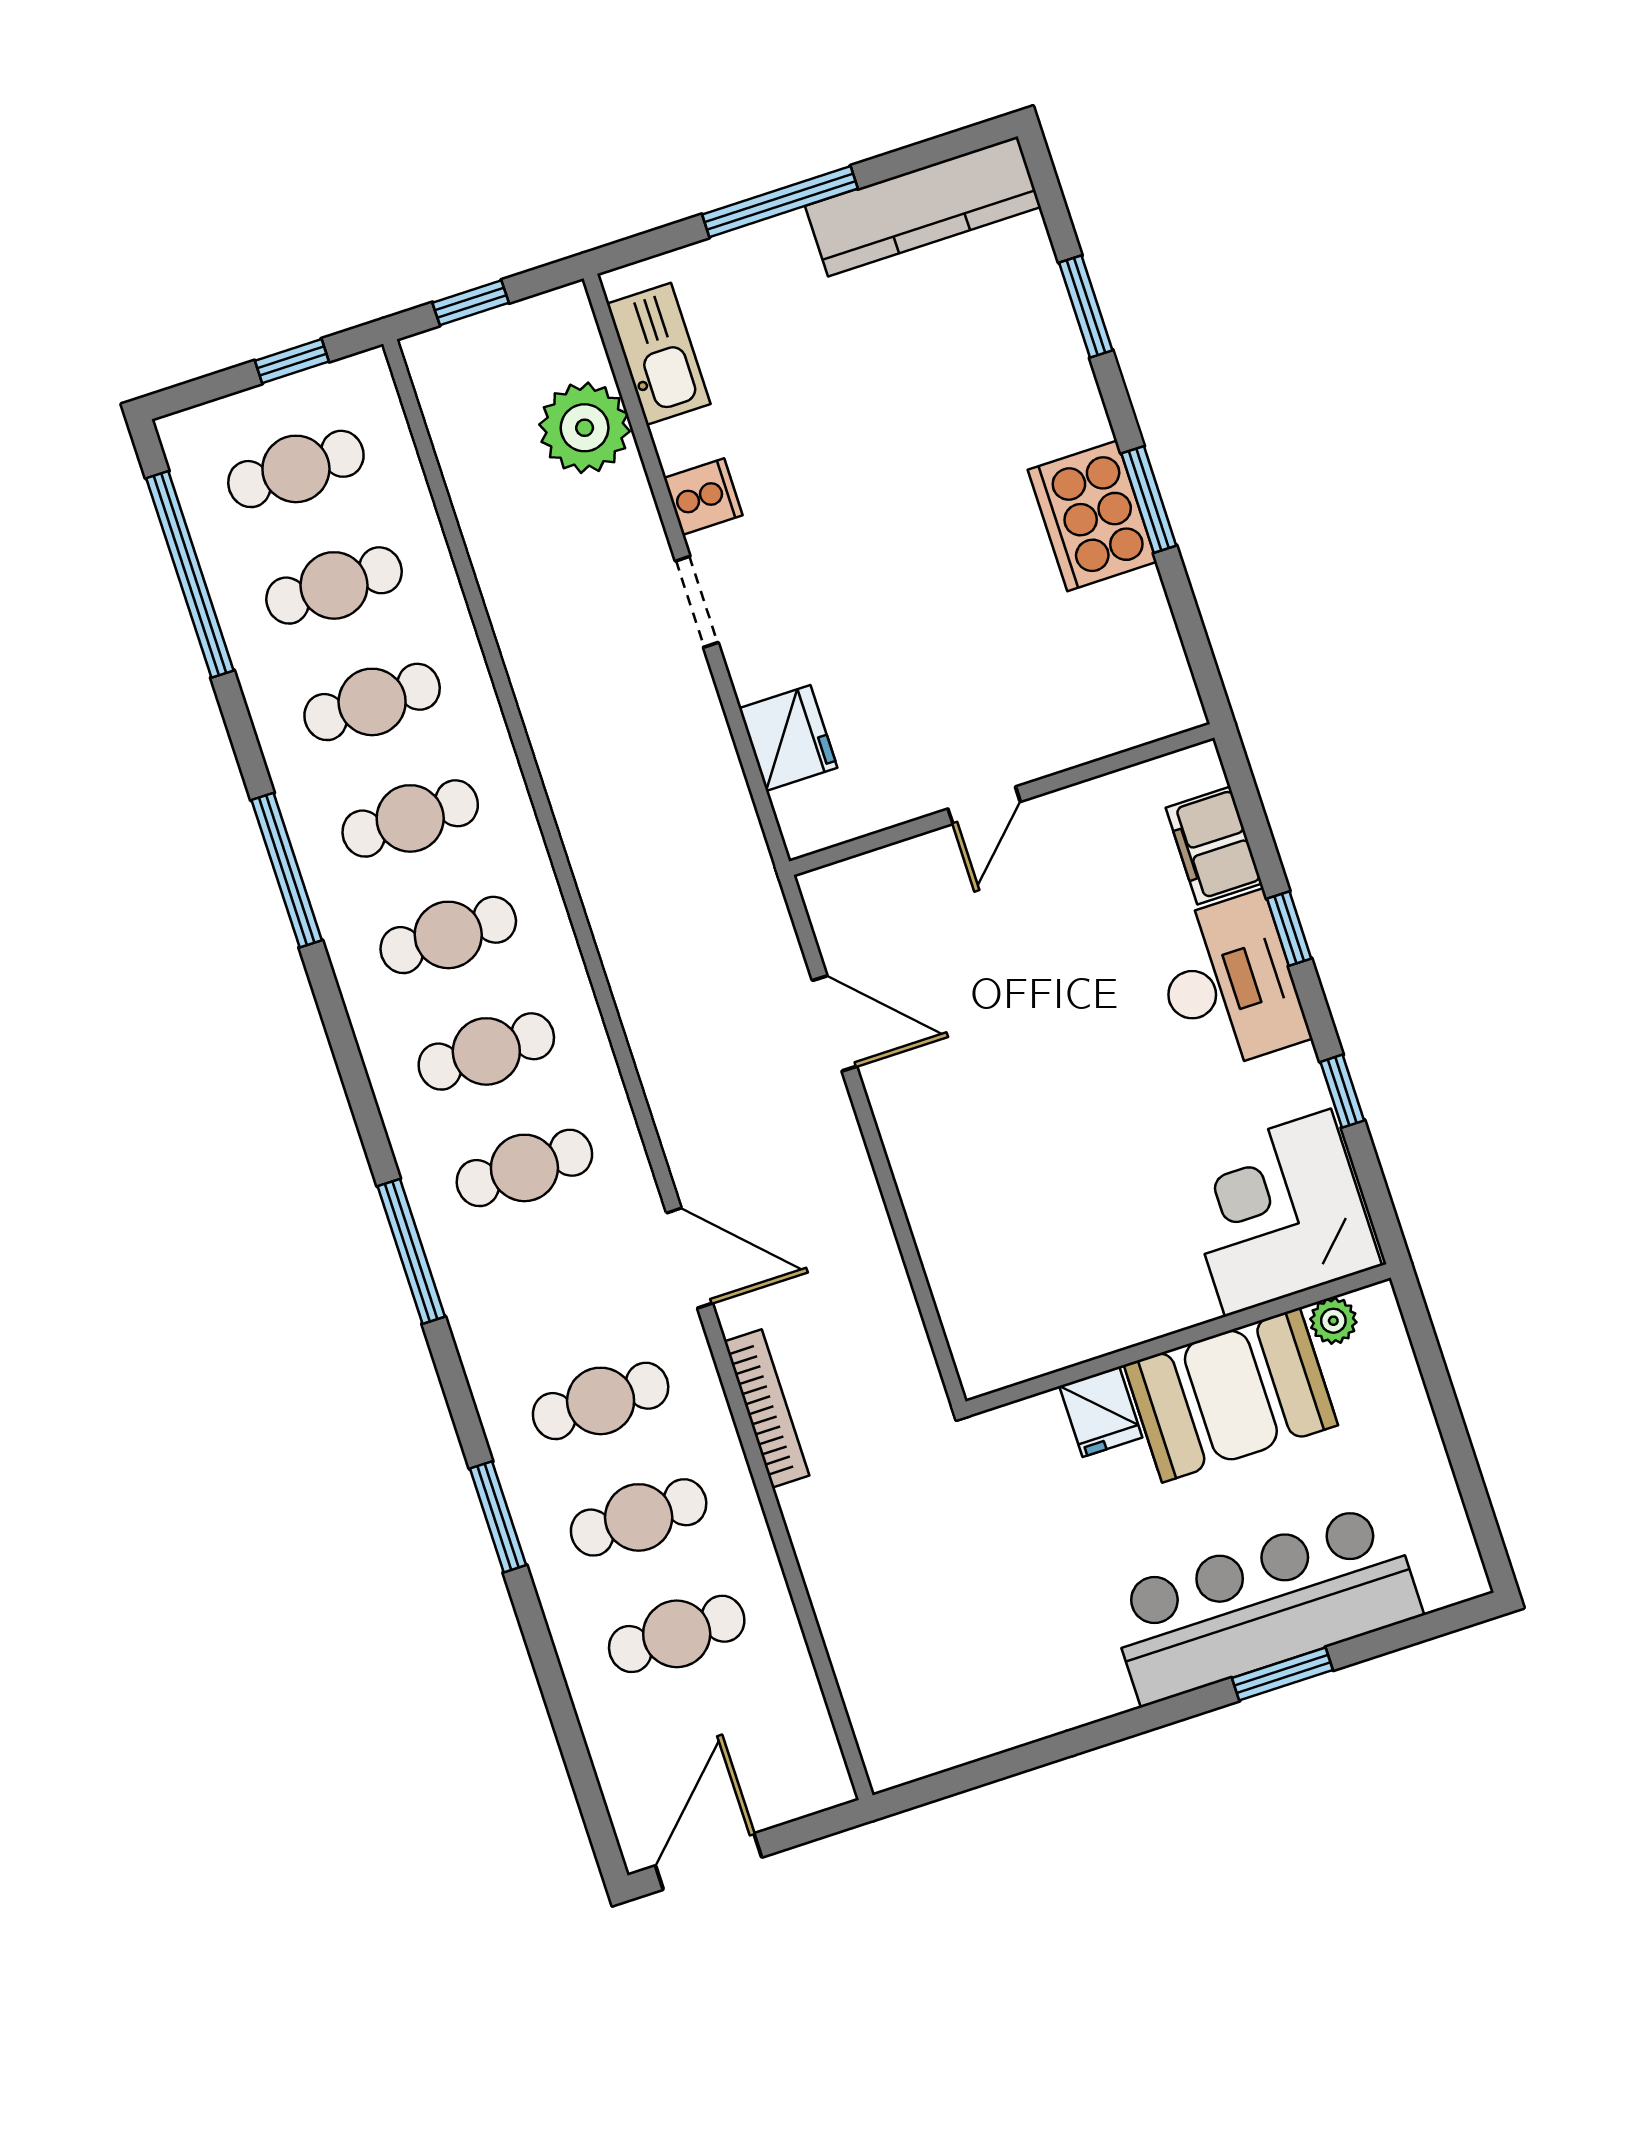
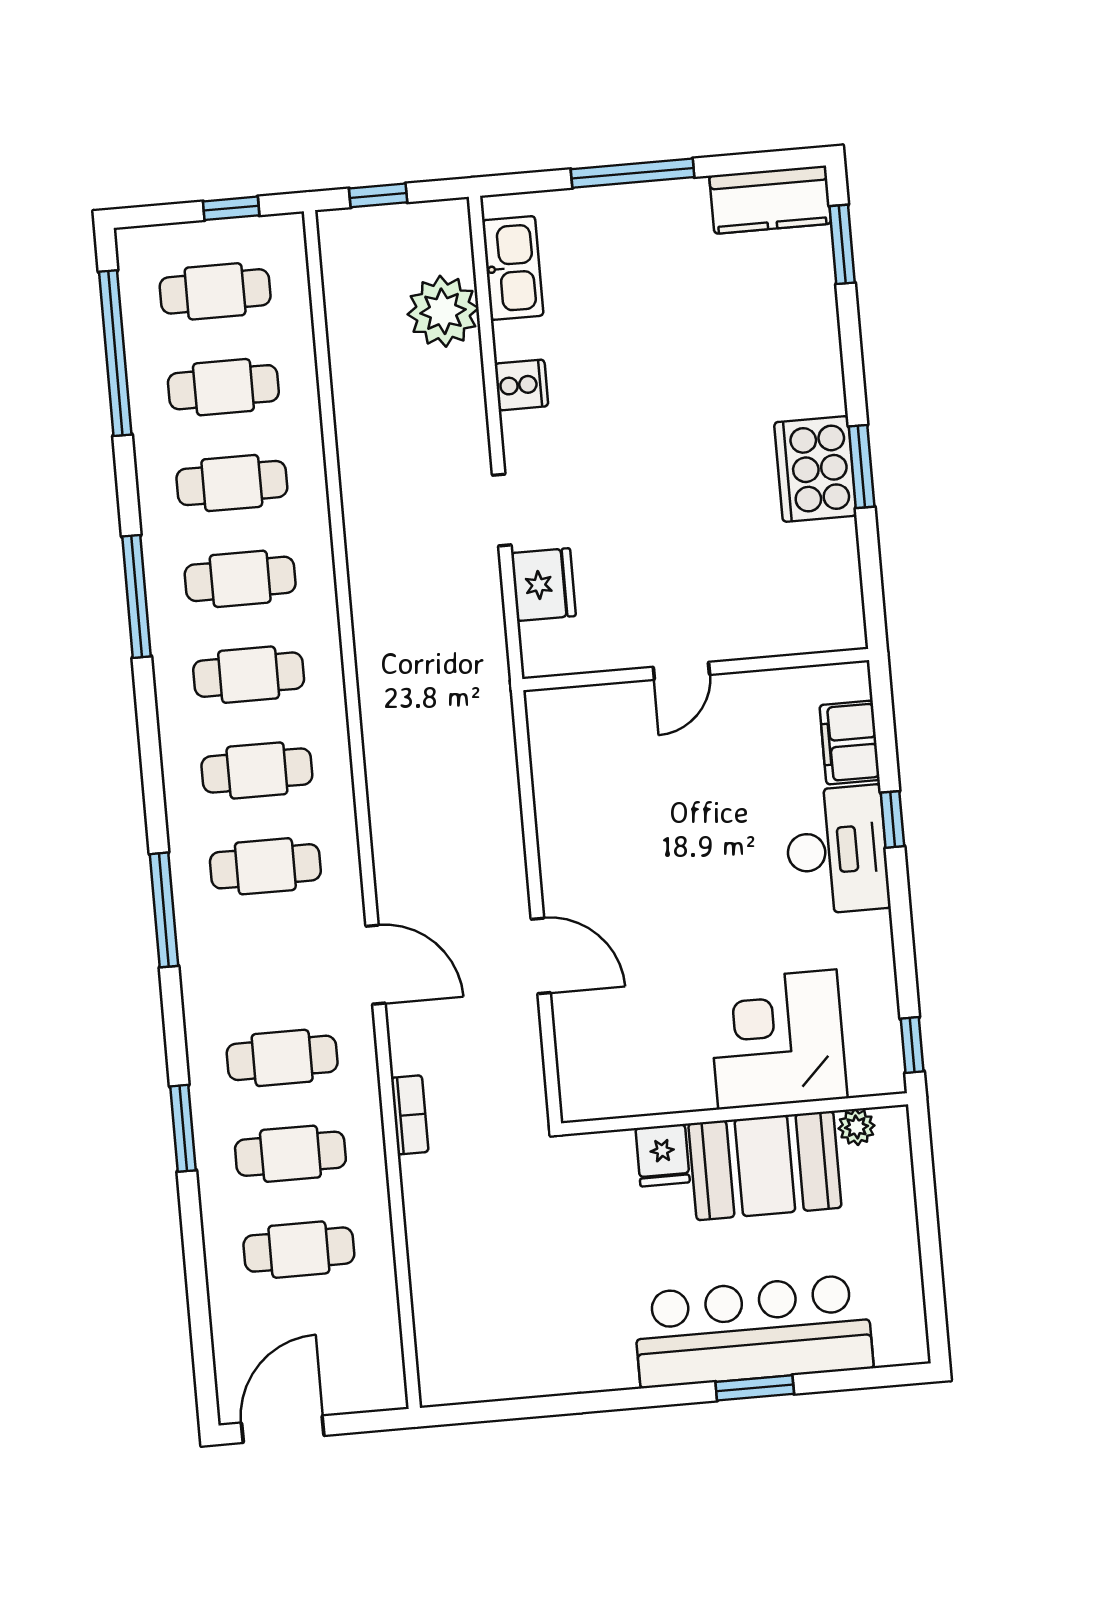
kitchen counter: (923, 206) -> (770, 200), width x0.67
window: (1086, 306) -> (842, 244), moved
doorway: (697, 602) -> (502, 510), moved
door: (835, 1023) -> (541, 956), moved
window: (1342, 1091) -> (912, 1045), moved
corner desk: (1278, 1213) -> (777, 1039), moved
bookcase: (767, 1408) -> (410, 1115), width x0.64

